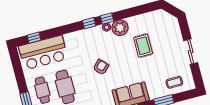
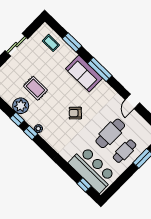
window: (89, 23) -> (17, 119), moved
plant: (120, 28) -> (21, 106), moved
rug: (143, 46) -> (36, 88), turned 90

